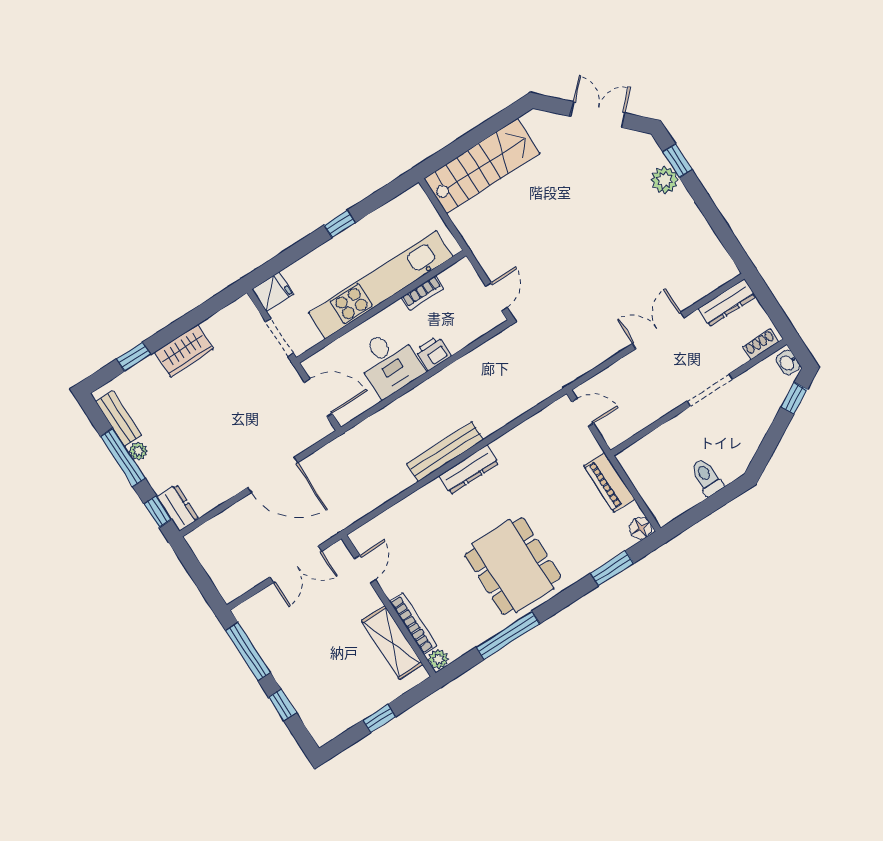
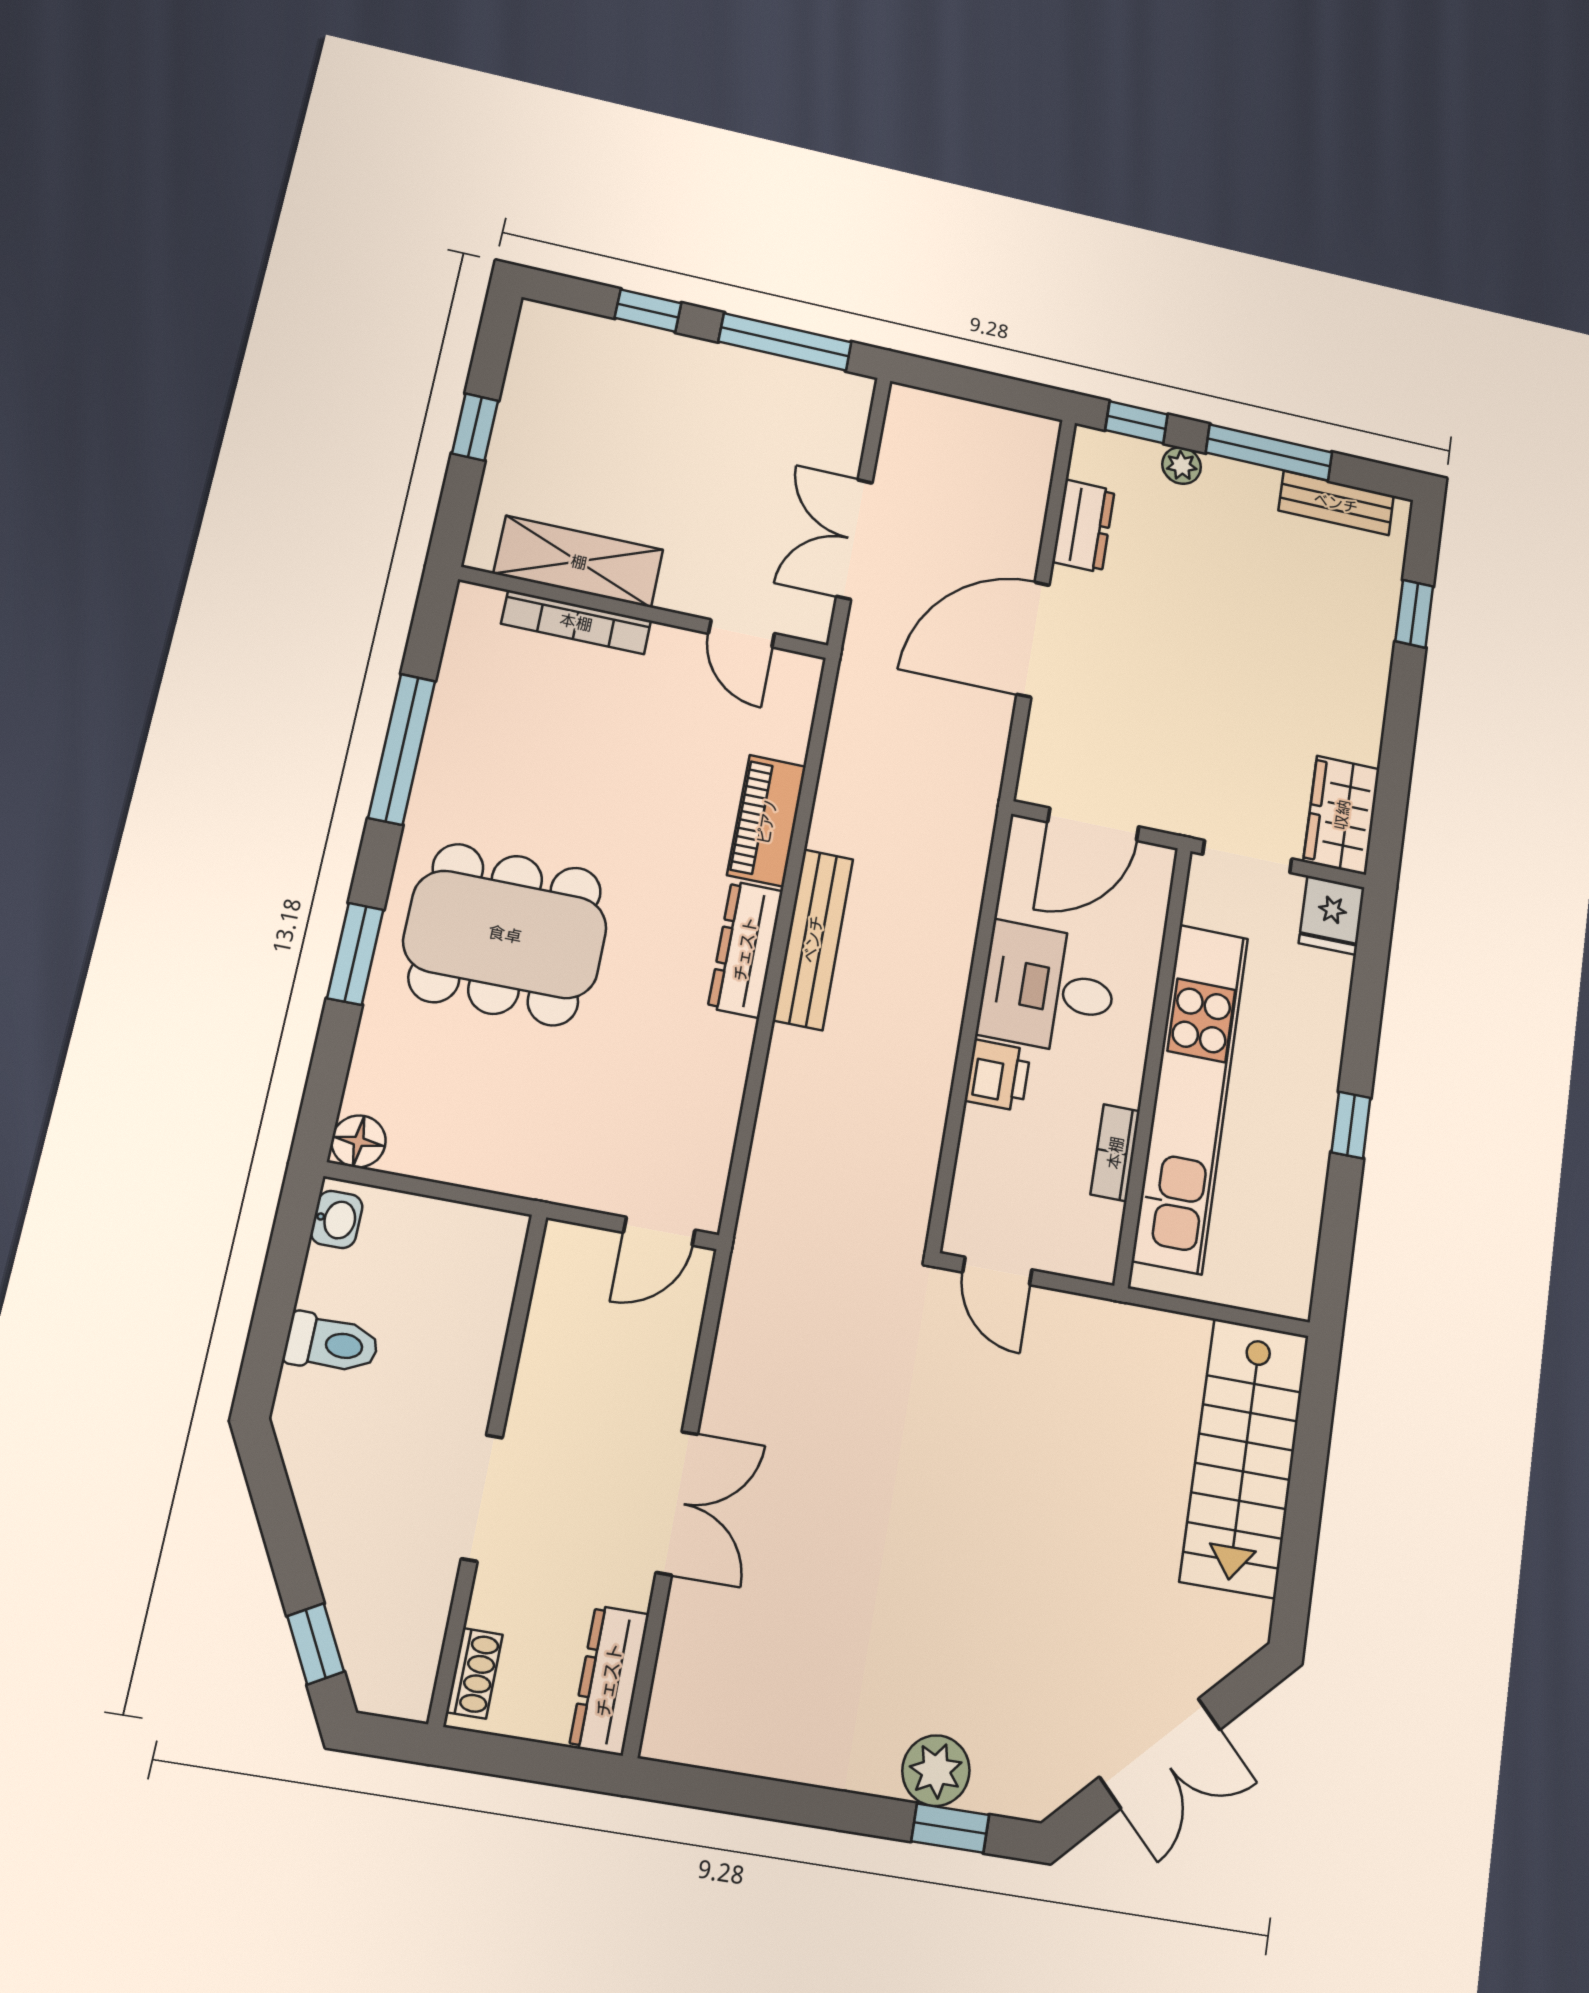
wardrobe: (184, 351) -> (1342, 815), moved
washbasin: (788, 362) -> (337, 1219), moved, turned 90
plant: (138, 451) -> (1182, 466), moved
piano: (609, 482) -> (767, 821), moved, turned -90
dresser: (178, 508) -> (1084, 526), moved, turned -90
dining table: (513, 566) -> (505, 934), moved
window: (612, 568) -> (355, 954), moved
plant: (438, 659) -> (477, 605), removed

